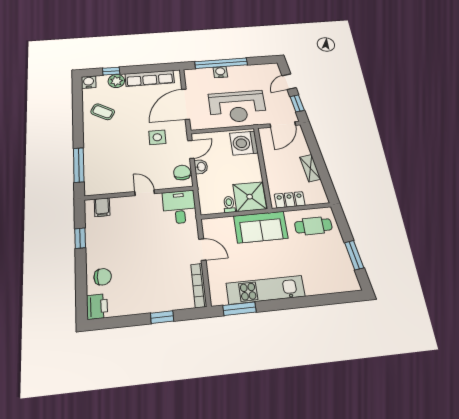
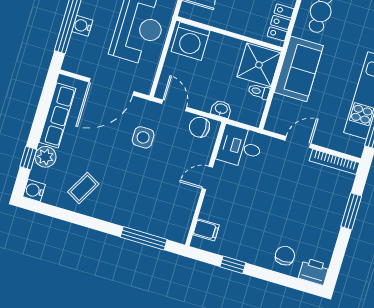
door: (186, 104) -> (111, 87), hinge flipped
washbasin: (201, 167) -> (221, 109), moved
window: (162, 317) -> (351, 211), width x1.50

